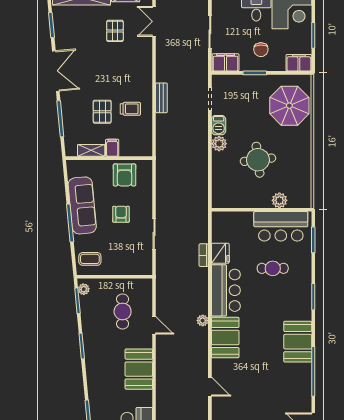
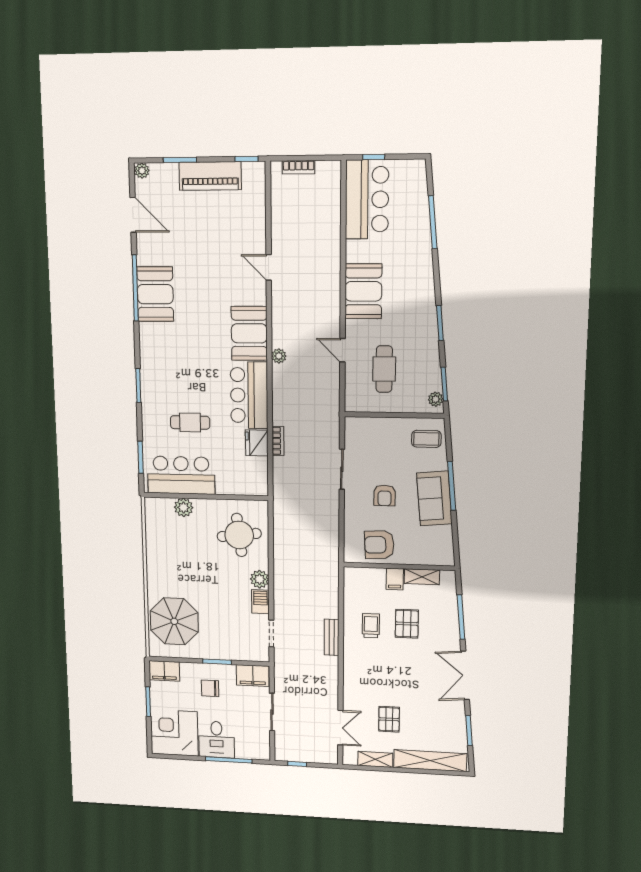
chair: (261, 50) -> (210, 688), turned -89
trolley: (130, 109) -> (371, 626), turned 90
round table: (258, 160) -> (239, 535), moved
armchair: (125, 175) -> (379, 545), turned -93
sofa: (82, 205) -> (434, 498), width x0.73
booth: (298, 342) -> (155, 294), moved

